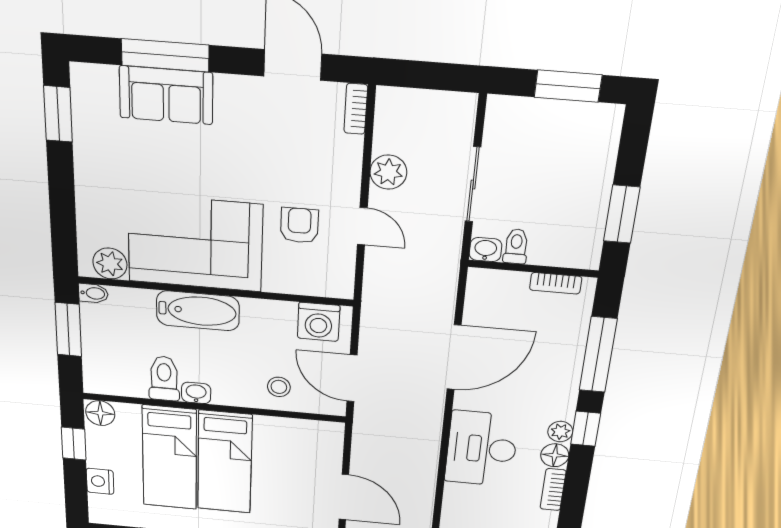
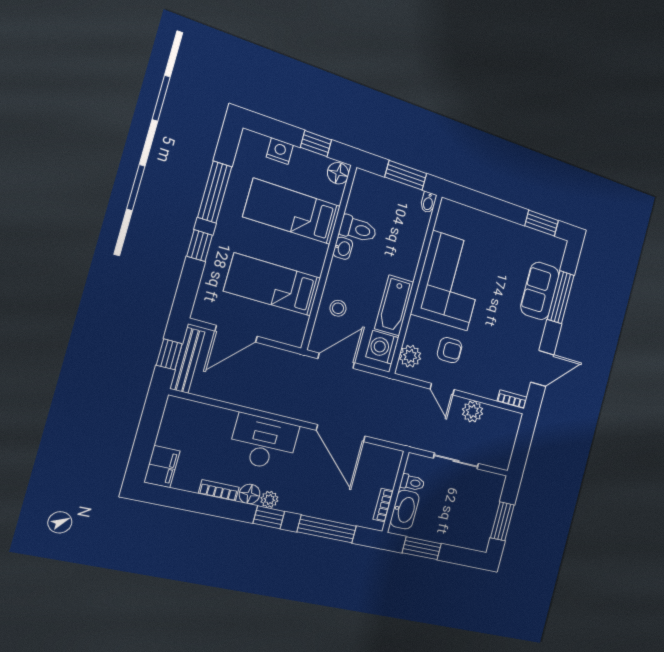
door: (362, 226) -> (442, 389), hinge flipped
washbasin: (486, 250) -> (405, 510), moved, width x1.91, depth x1.45
plant: (110, 263) -> (410, 356), moved
bathtub: (198, 311) -> (394, 305), moved
bed: (225, 462) -> (273, 285), moved

